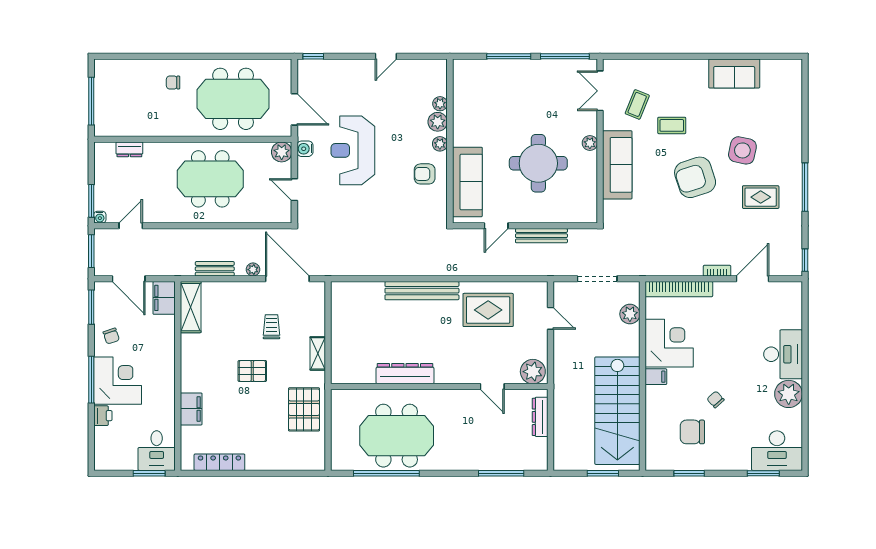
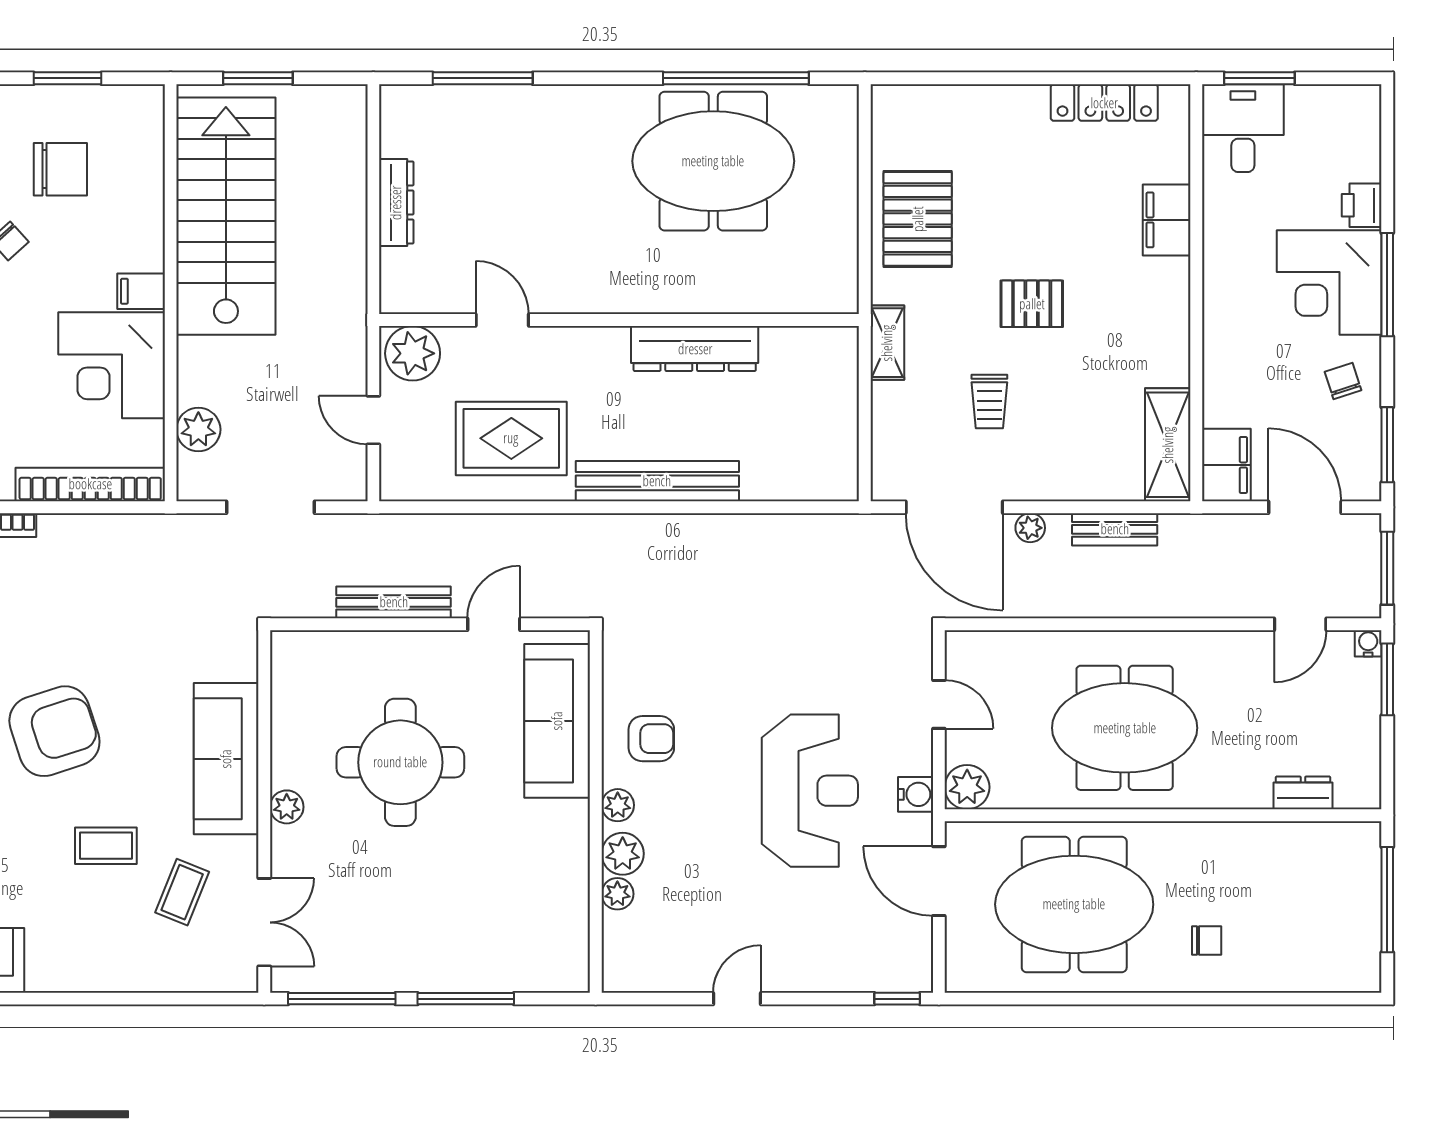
plant: (533, 372) -> (413, 353), moved
dresser: (405, 374) -> (695, 349), moved
wall: (439, 387) -> (619, 320), moved
door: (492, 387) -> (502, 320), moved

